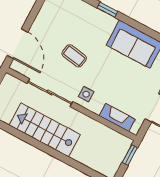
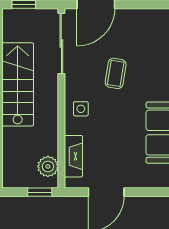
sliding door: (50, 93) -> (61, 44), moved
plant: (115, 139) -> (48, 166), added

